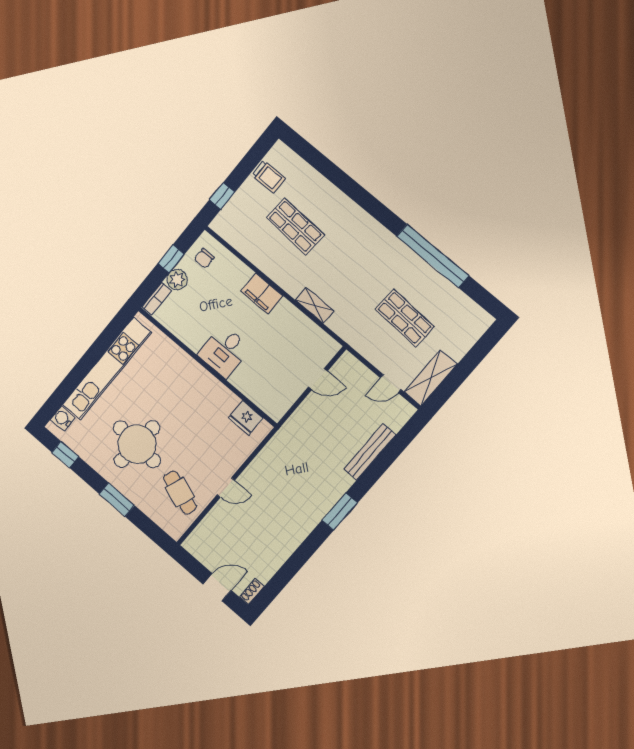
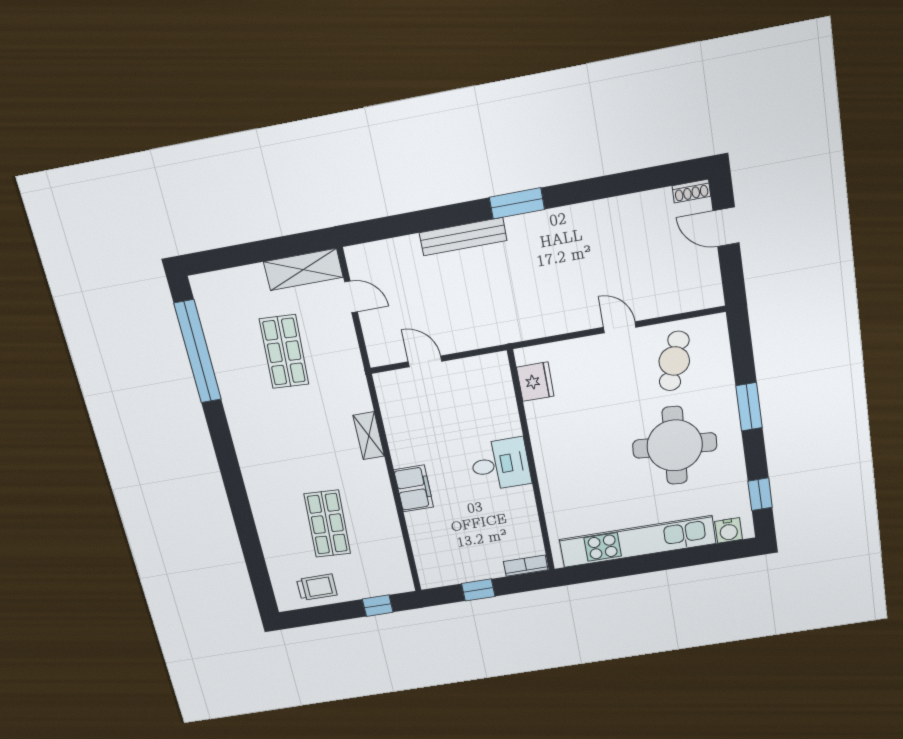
trolley: (269, 177) -> (317, 587), turned 90
window: (433, 256) -> (198, 352), moved
chair: (204, 258) -> (444, 565), removed
plant: (177, 280) -> (489, 567), removed
bench: (370, 452) -> (463, 237), moved

